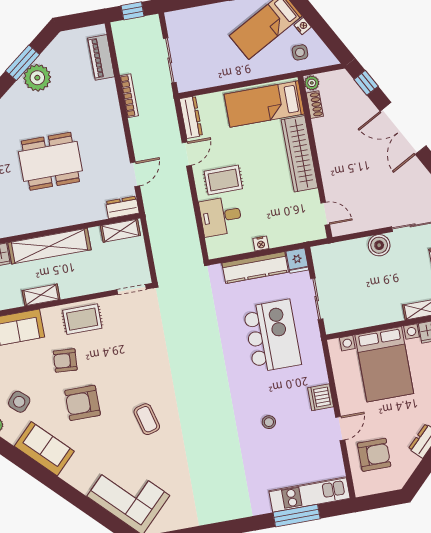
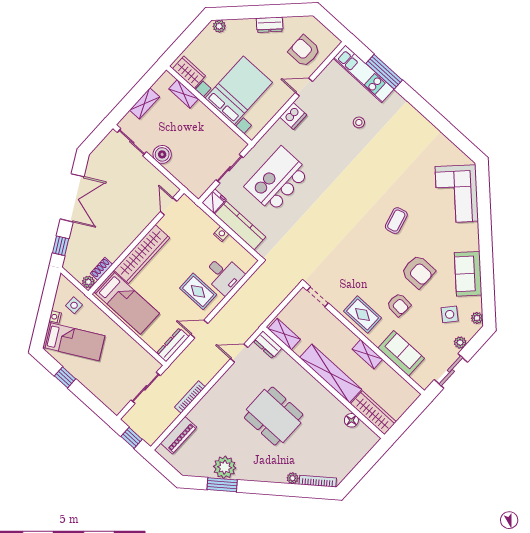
stool: (269, 422) -> (359, 122), moved

